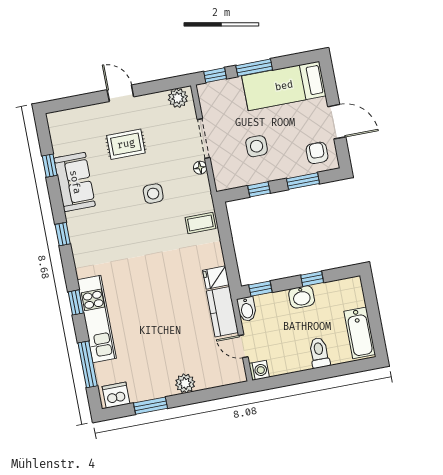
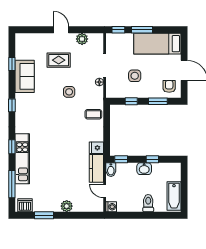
plant: (178, 98) -> (82, 39), moved

